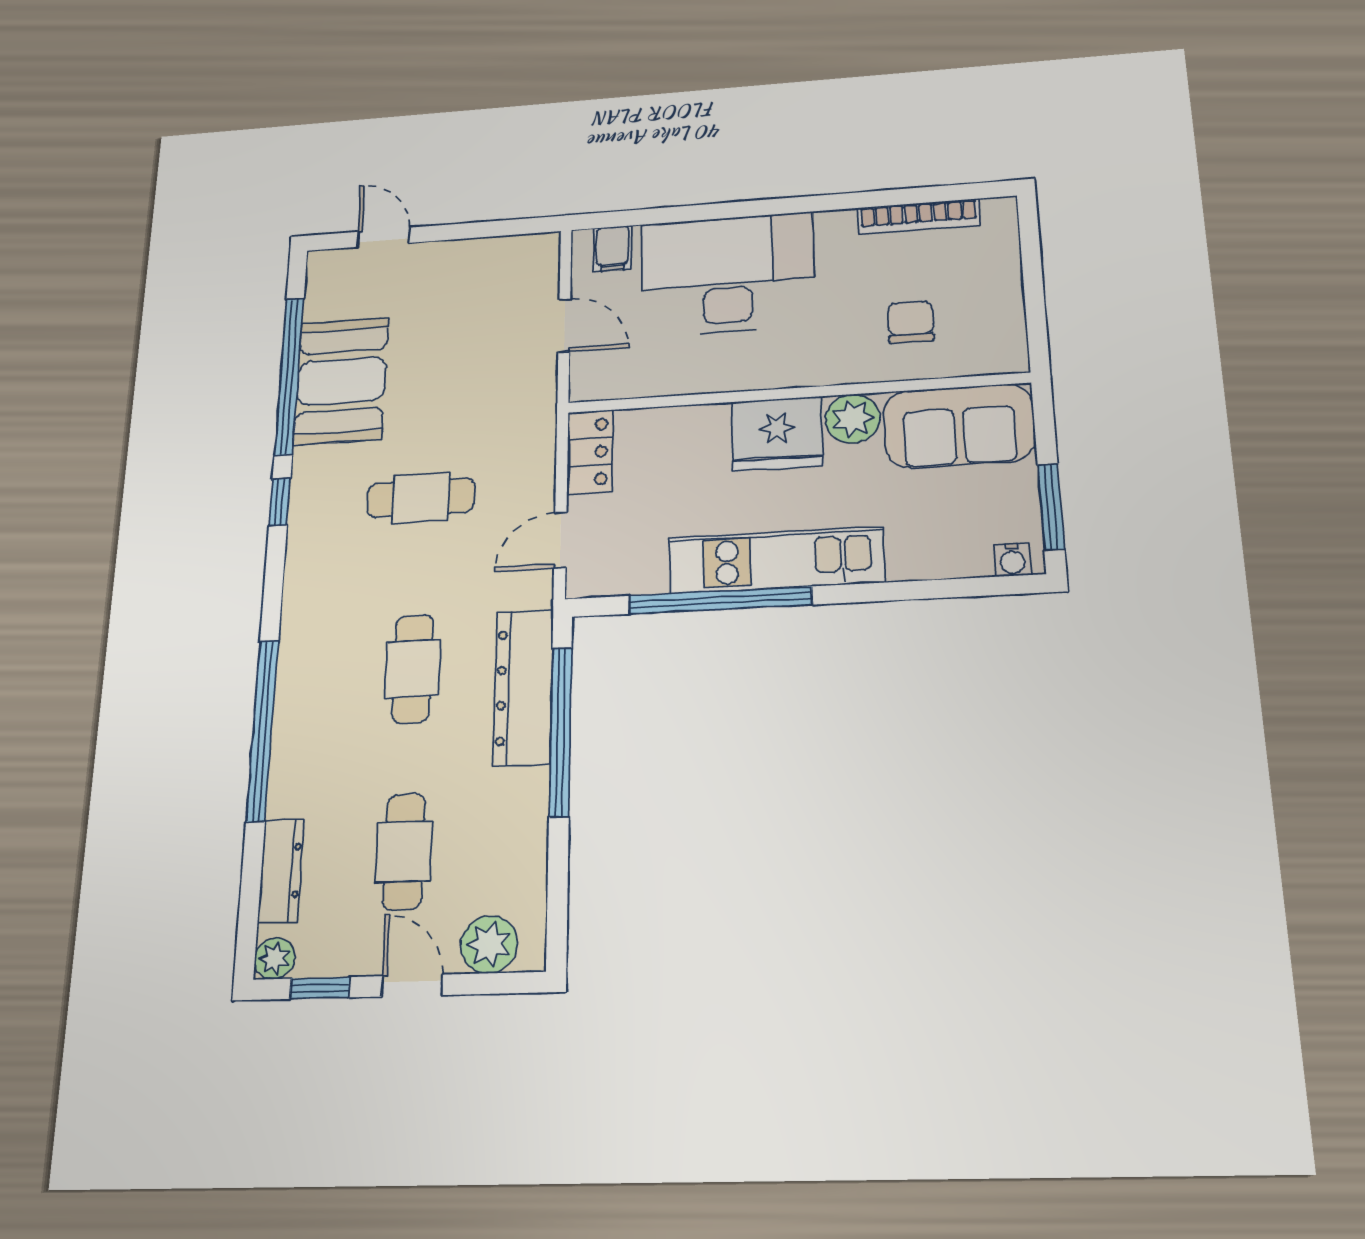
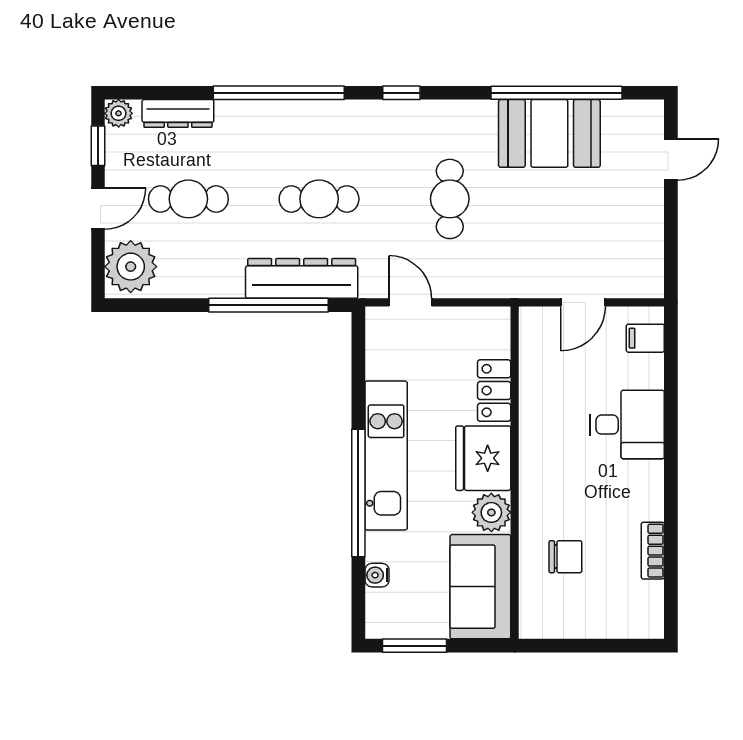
bookcase: (919, 217) -> (653, 551), width x0.64
desk: (727, 274) -> (627, 425), width x0.53, depth x0.77
locker: (590, 452) -> (494, 391), moved, turned 90
window: (280, 502) -> (401, 93), moved
water cooler: (1013, 560) -> (377, 575), moved
window: (720, 600) -> (358, 493), moved
plant: (489, 944) -> (131, 267), width x1.36, depth x1.36

